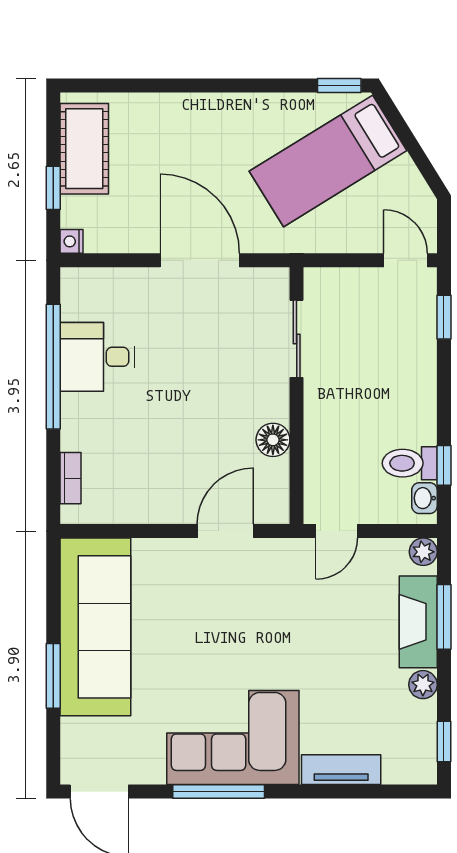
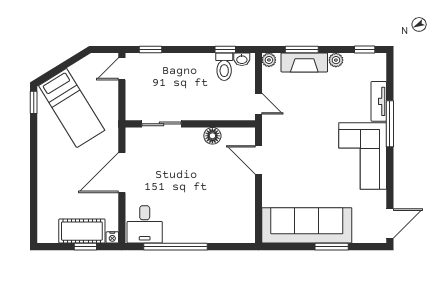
cot: (84, 149) -> (82, 231), moved
desk: (97, 357) -> (145, 224), moved
bookcase: (70, 478) -> (232, 238), removed
window: (219, 792) -> (390, 124), moved

